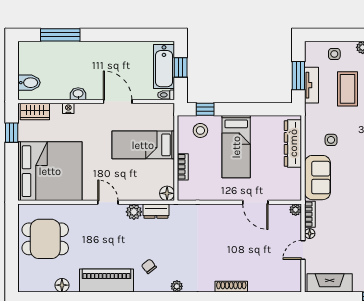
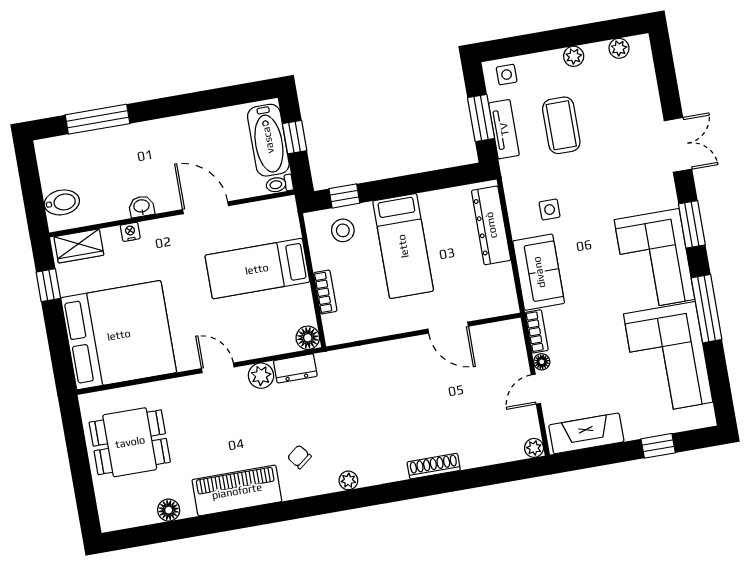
side table: (334, 54) -> (507, 75), moved
plant: (296, 210) -> (534, 448), moved

